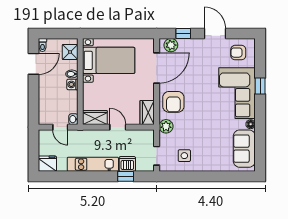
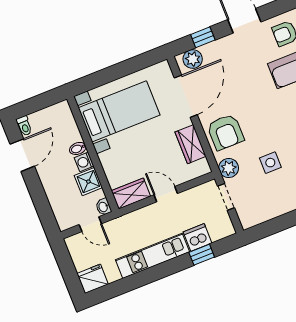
shower: (70, 52) -> (88, 182), moved
wardrobe: (147, 112) -> (190, 144), moved
doorway: (157, 156) -> (226, 197), moved
side table: (184, 156) -> (270, 163), moved

